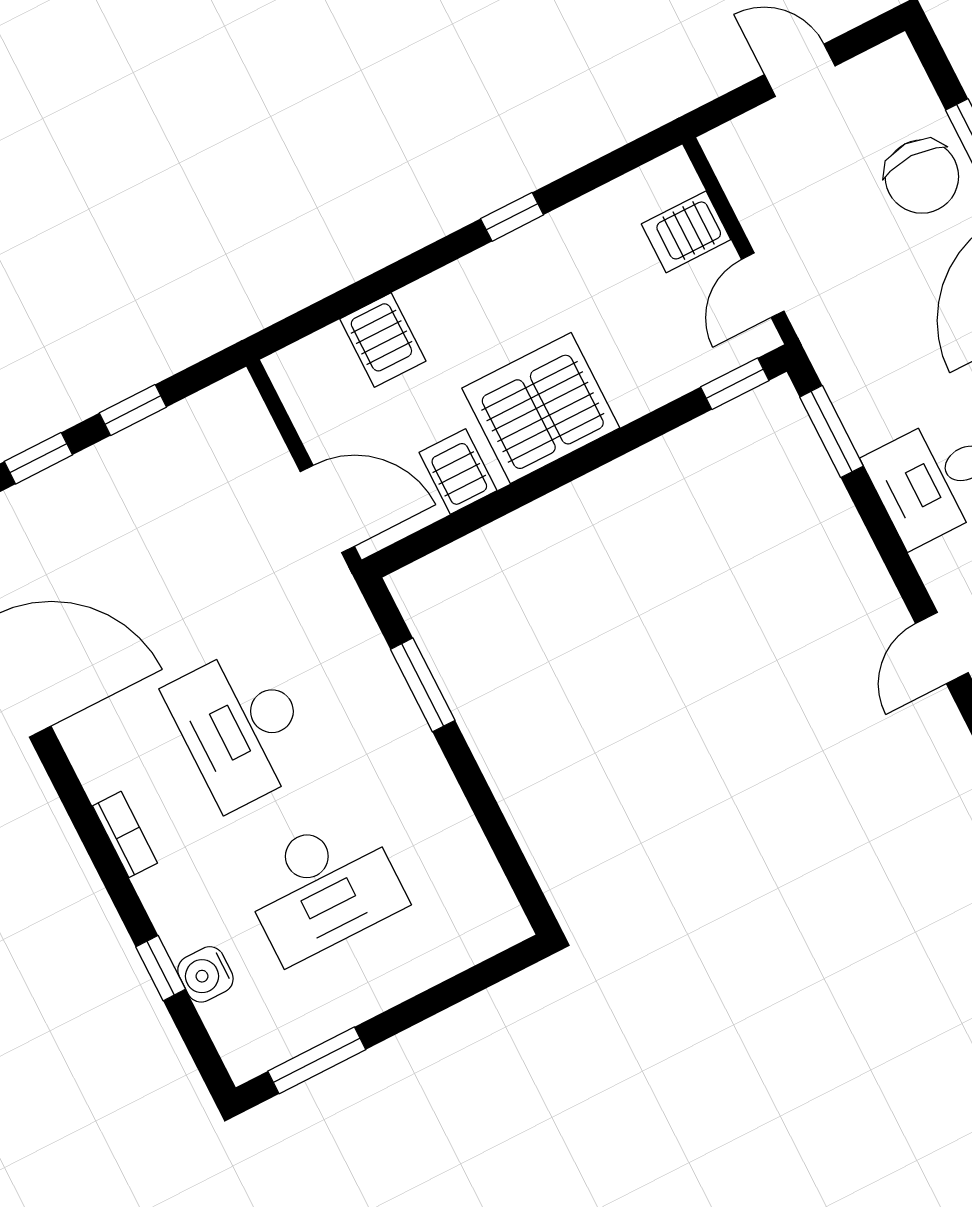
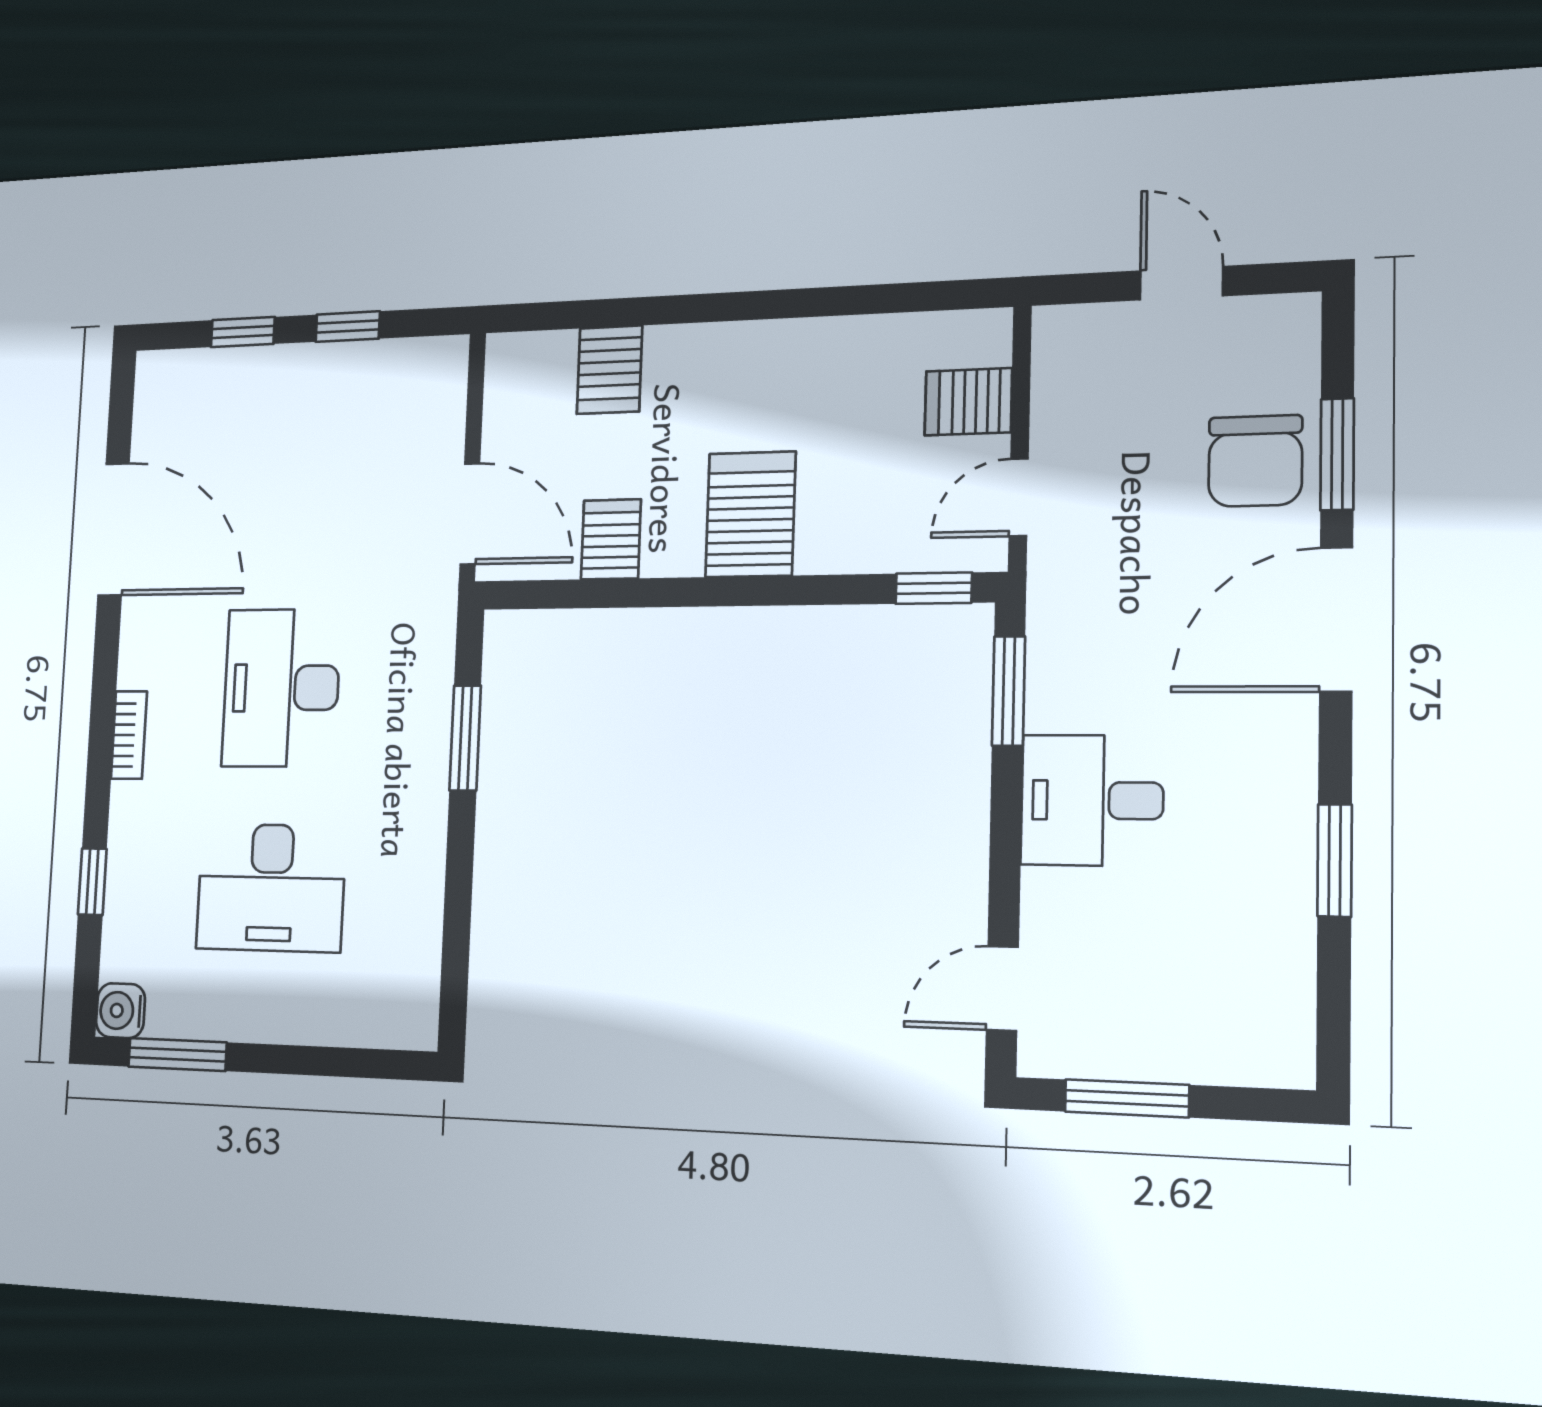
window: (512, 217) -> (800, 303), removed
server rack: (541, 408) -> (751, 514), width x0.63
water cooler: (205, 974) -> (121, 1011), moved

